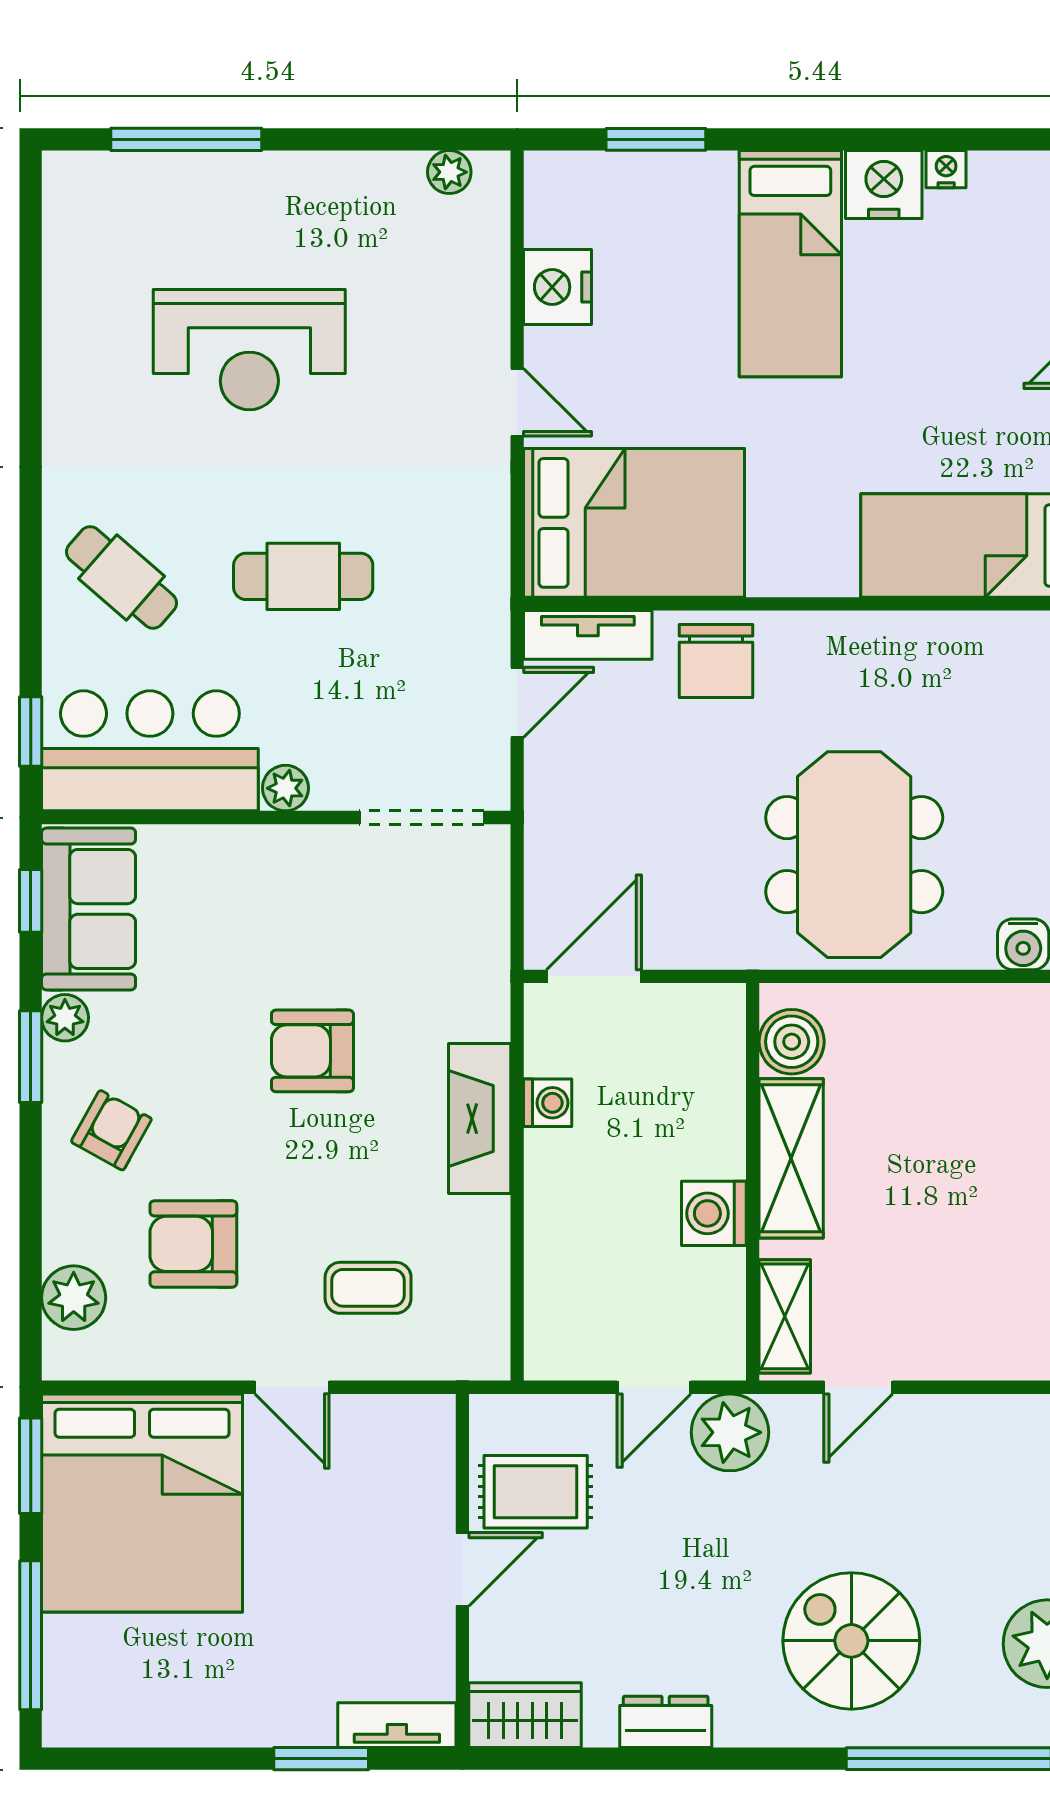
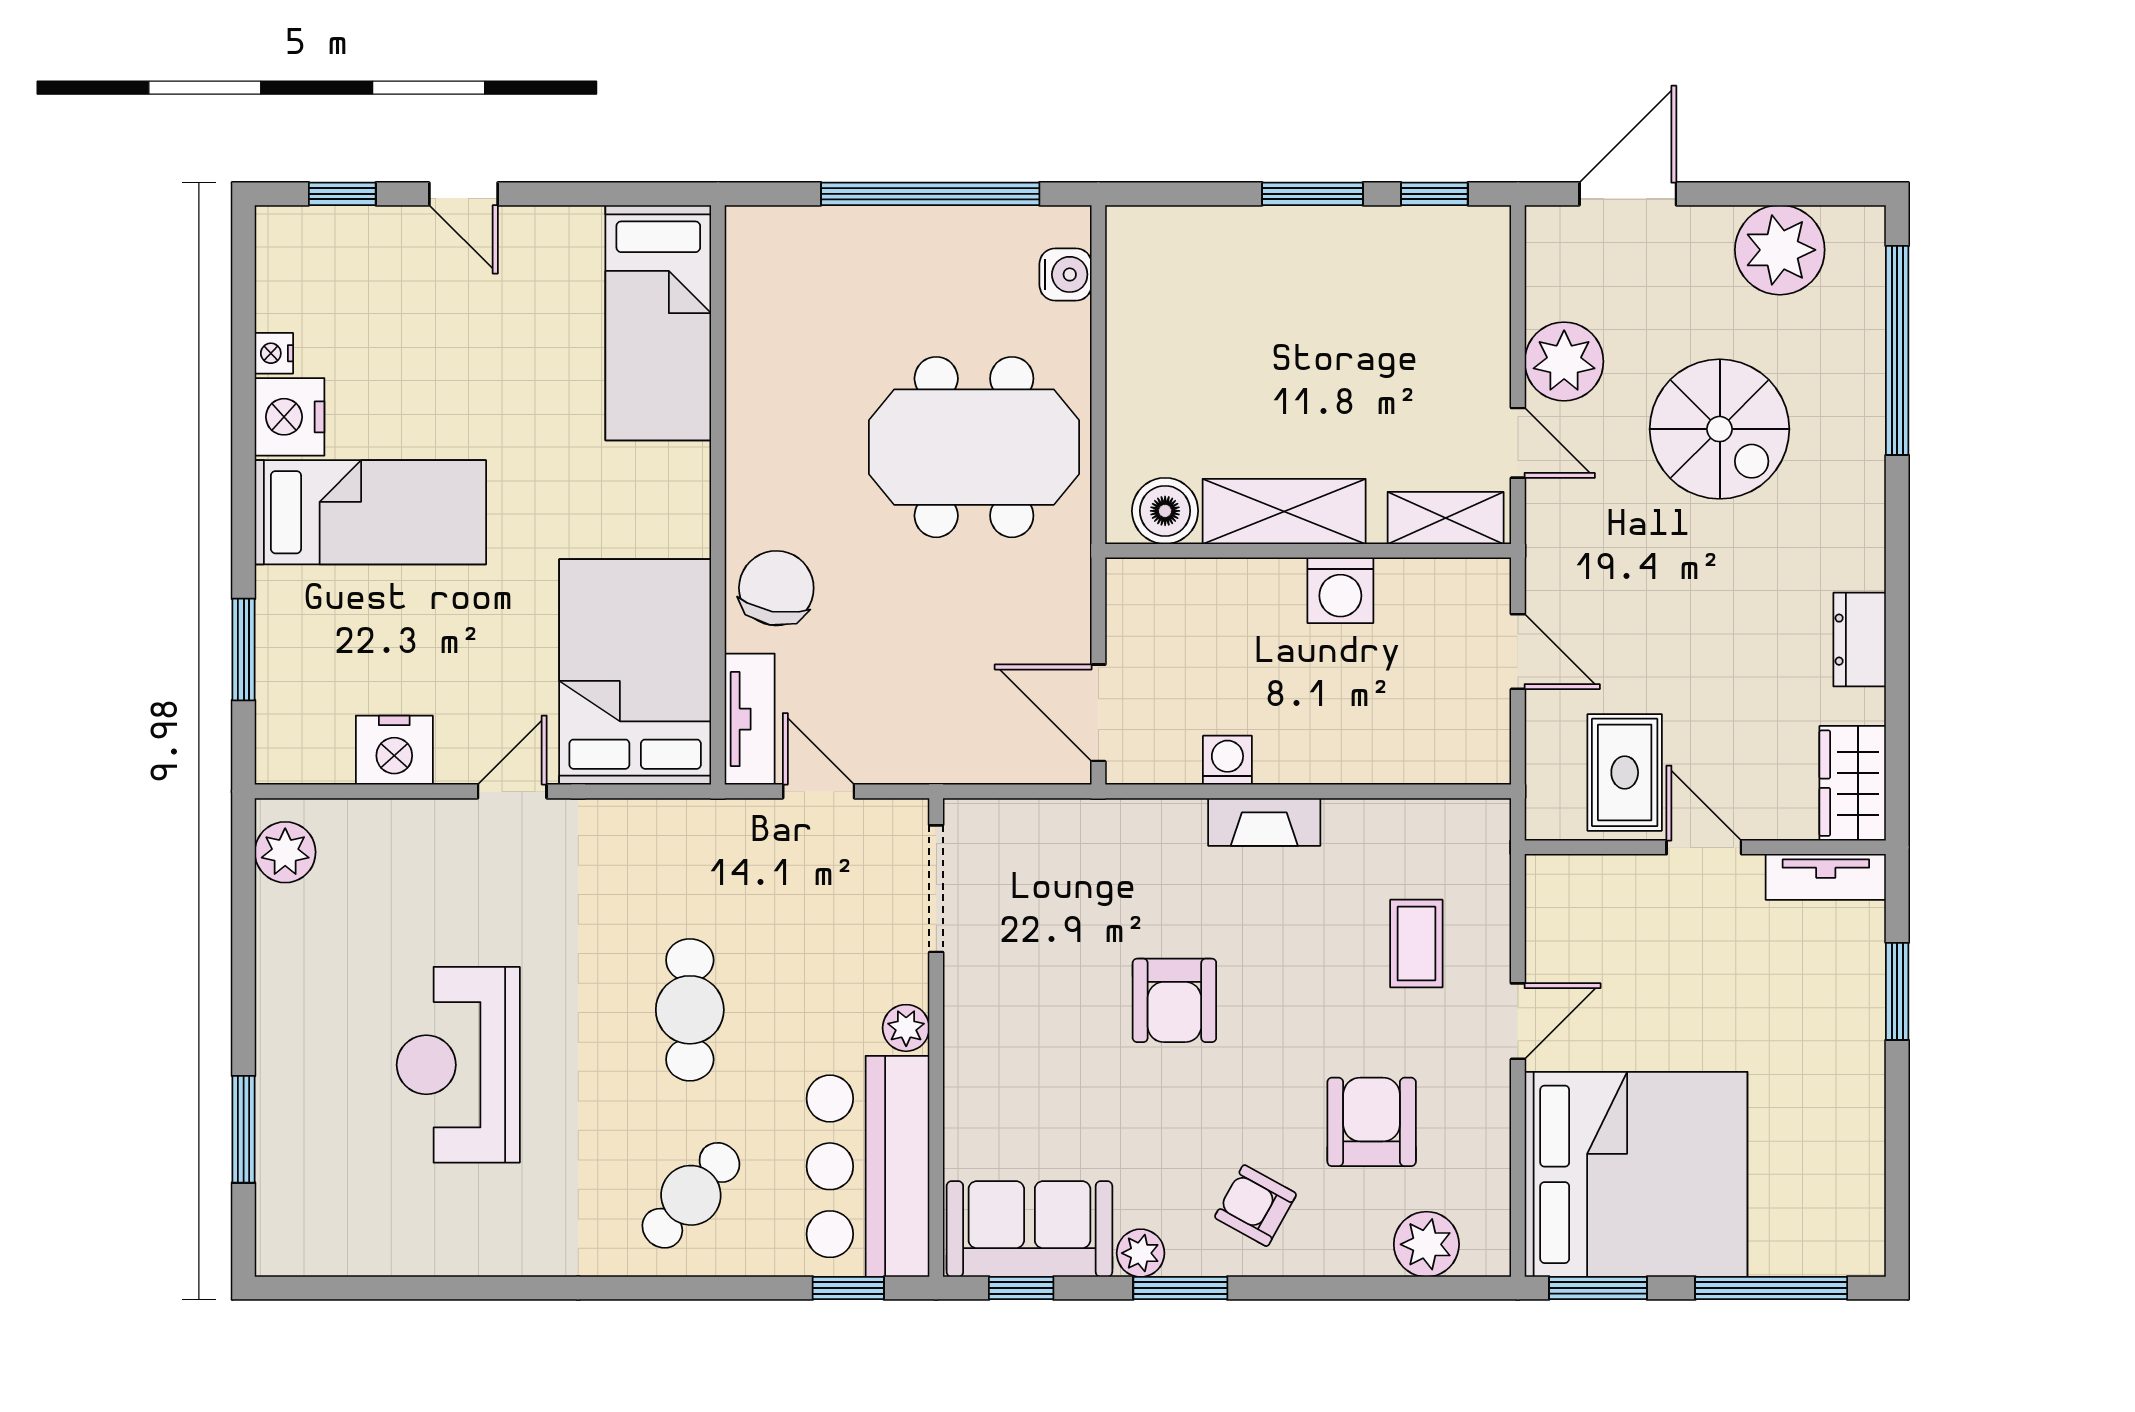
window: (186, 139) -> (244, 1129), width x0.69
plant: (449, 172) -> (285, 852), width x1.38, depth x1.38
reception desk: (249, 350) -> (458, 1065), turned 180
chair: (716, 661) -> (776, 588), turned -80
fireplace: (480, 1119) -> (1264, 822), width x0.73, depth x0.76
armchair: (193, 1244) -> (1372, 1122), turned 180
plant: (730, 1432) -> (1564, 361), moved
spiral stairs: (851, 1641) -> (1720, 429), moved, turned -90
tv unit: (397, 1725) -> (1826, 877), moved, turned -90

